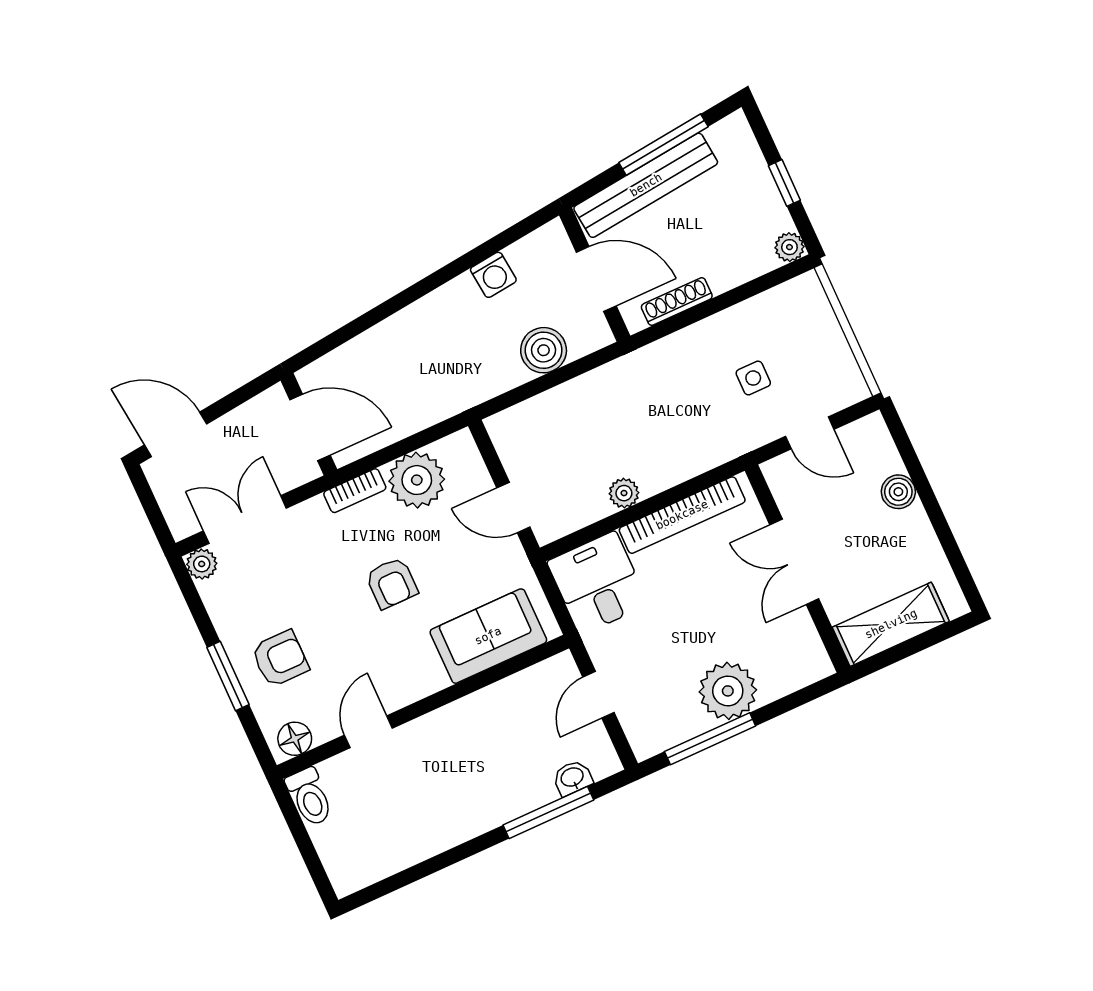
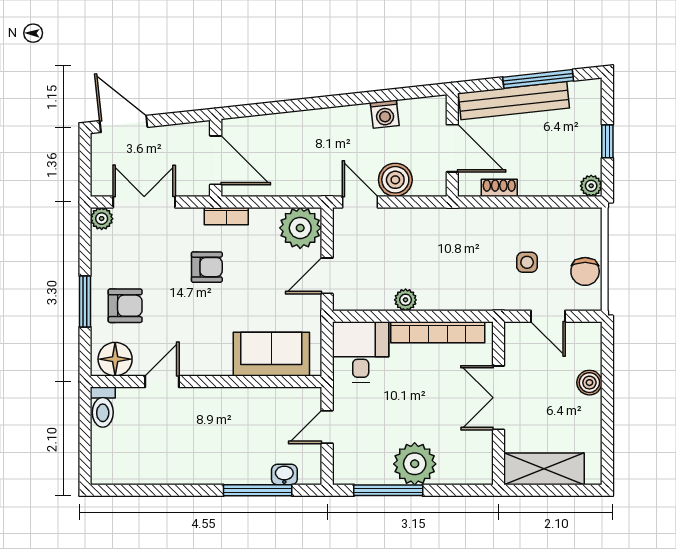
shoe rack: (677, 302) -> (499, 188), width x0.70
chair: (830, 357) -> (585, 271), added
door: (512, 398) -> (360, 202), added
plant: (417, 480) -> (300, 228), moved
door: (513, 508) -> (327, 276), hinge flipped
armchair: (392, 583) -> (207, 267), moved, turned -90
floor lamp: (295, 739) -> (115, 359), width x1.38, depth x1.38

